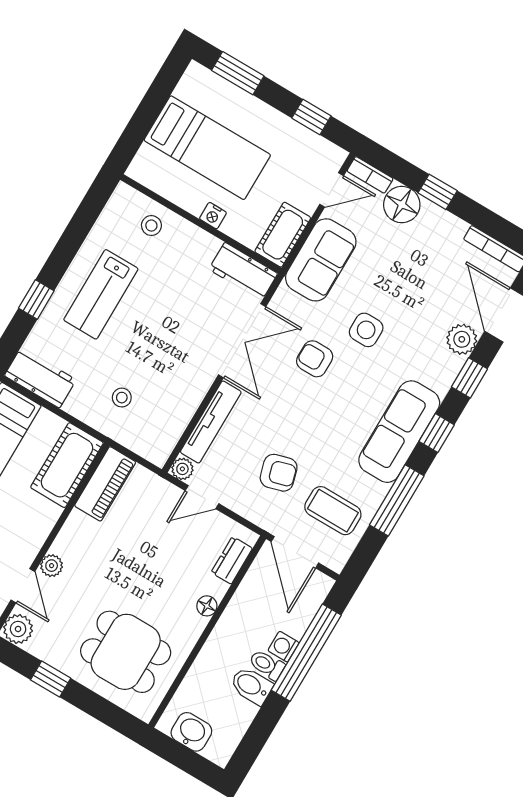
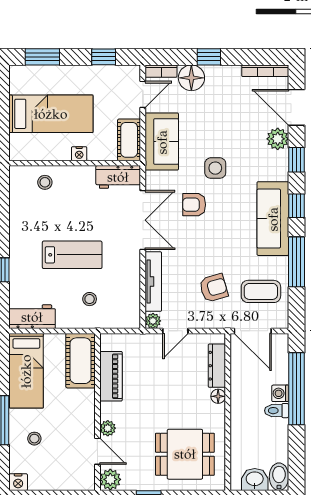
lab bench: (101, 294) -> (72, 255), moved, turned -90
piano: (105, 484) -> (111, 376), moved
dresser: (232, 560) -> (217, 366), width x1.44
bidet: (251, 686) -> (279, 477), moved, turned 90

